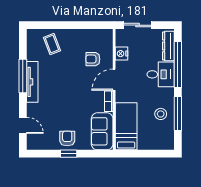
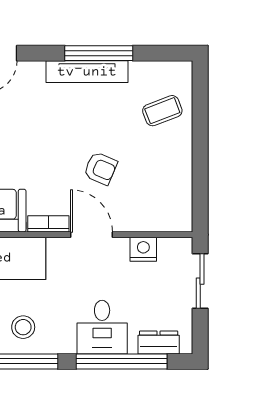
dresser: (168, 46) -> (159, 342), width x0.70
armchair: (93, 59) -> (100, 168), moved, turned 113

